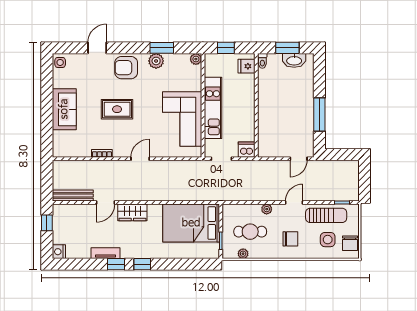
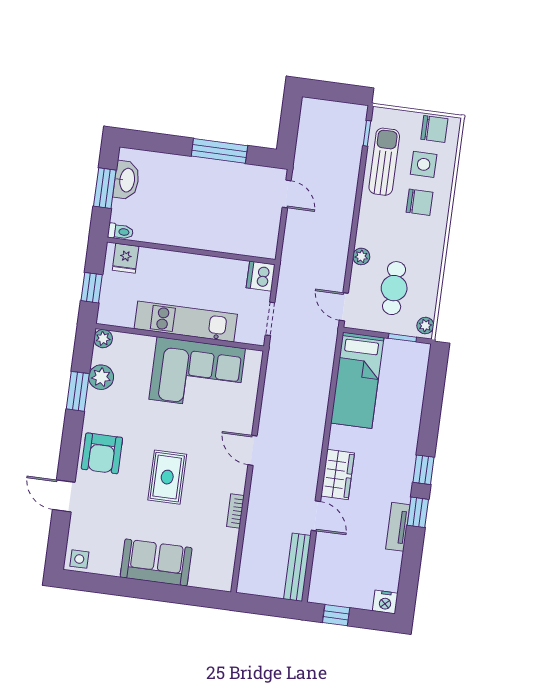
plant: (156, 61) -> (101, 377), moved
door: (294, 203) -> (344, 307), moved
bed: (191, 223) -> (357, 380), width x0.67
chair: (290, 239) -> (420, 202), moved, turned 90
plant: (243, 254) -> (425, 326), moved

